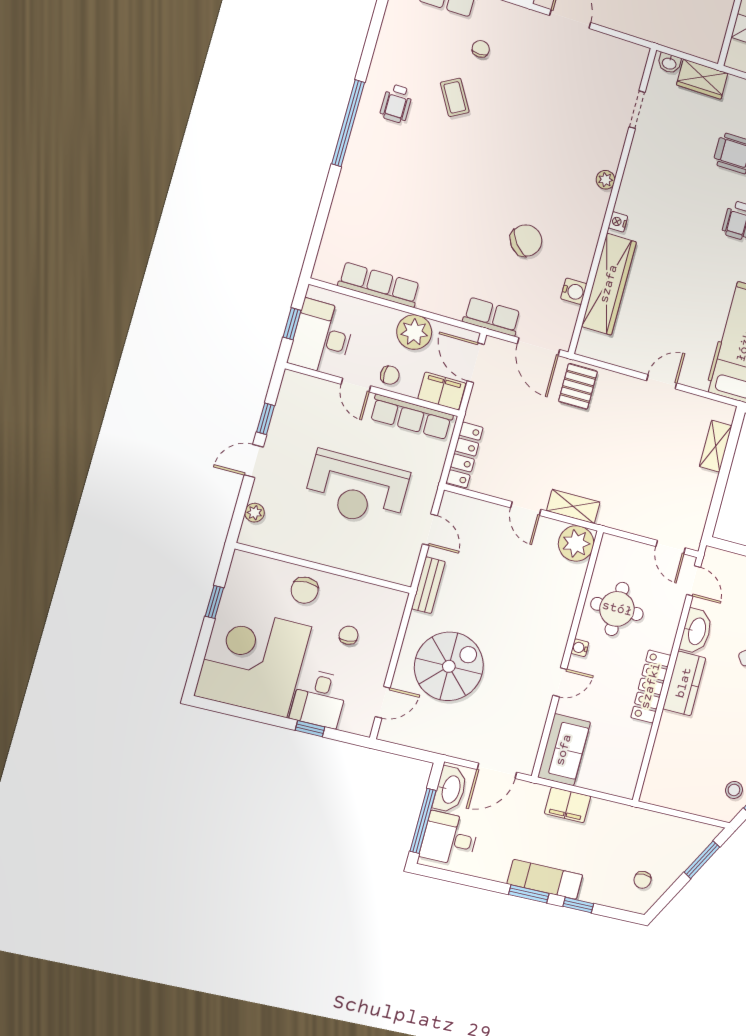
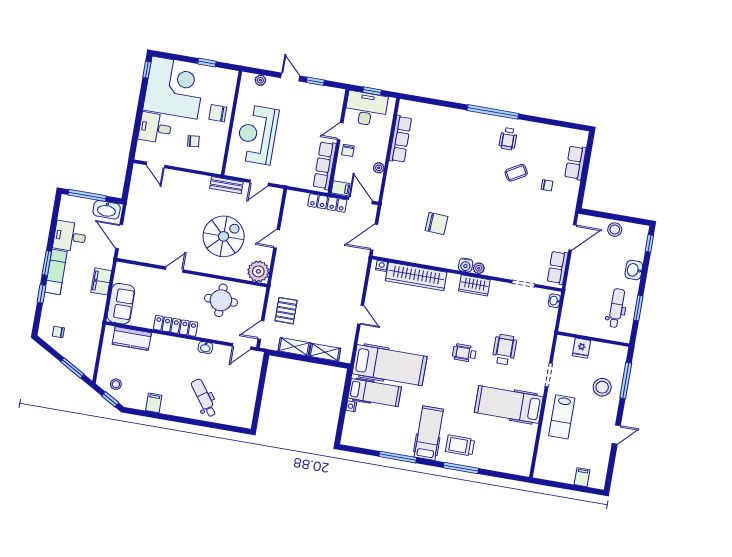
wardrobe: (702, 79) -> (474, 285), moved, turned -90
wheelchair: (396, 103) -> (508, 139), turned -90
nightstand: (618, 222) -> (382, 266), moved
chair: (526, 241) -> (436, 224), turned -48
water cooler: (574, 291) -> (466, 265), moved
row of seats: (492, 317) -> (558, 268), moved, turned 180
plant: (414, 332) -> (379, 168), width x0.53, depth x0.53
door: (476, 363) -> (360, 200), hinge flipped
pallet: (578, 386) -> (286, 311), moved, turned 90
filing cabinet: (442, 391) -> (341, 188), width x0.50
locker: (465, 455) -> (327, 203), moved
reception desk: (357, 489) -> (257, 135), moved
shelving: (573, 506) -> (294, 347), moved, turned 90
washbasin: (696, 631) -> (205, 348), width x0.52, depth x0.69
water cooler: (580, 648) -> (196, 280), removed
spiral stairs: (449, 666) -> (224, 236), moved, turned -90
door: (560, 682) -> (174, 270), swing flipped
kitchen counter: (684, 683) -> (132, 338), moved
window: (310, 729) -> (147, 70), moved
sofa: (564, 750) -> (121, 304), moved, turned -90
desk: (450, 839) -> (70, 236), moved, turned -90

